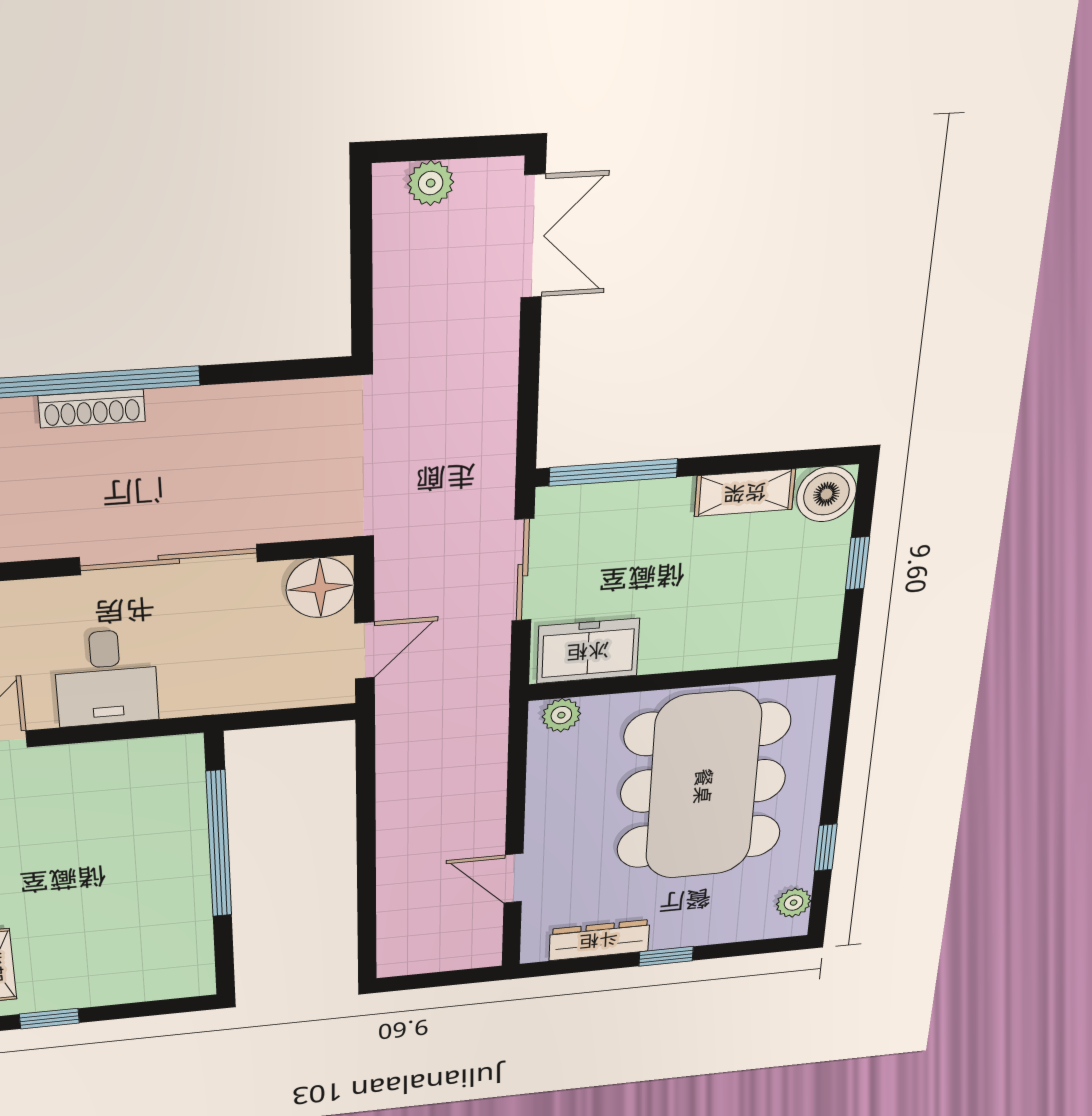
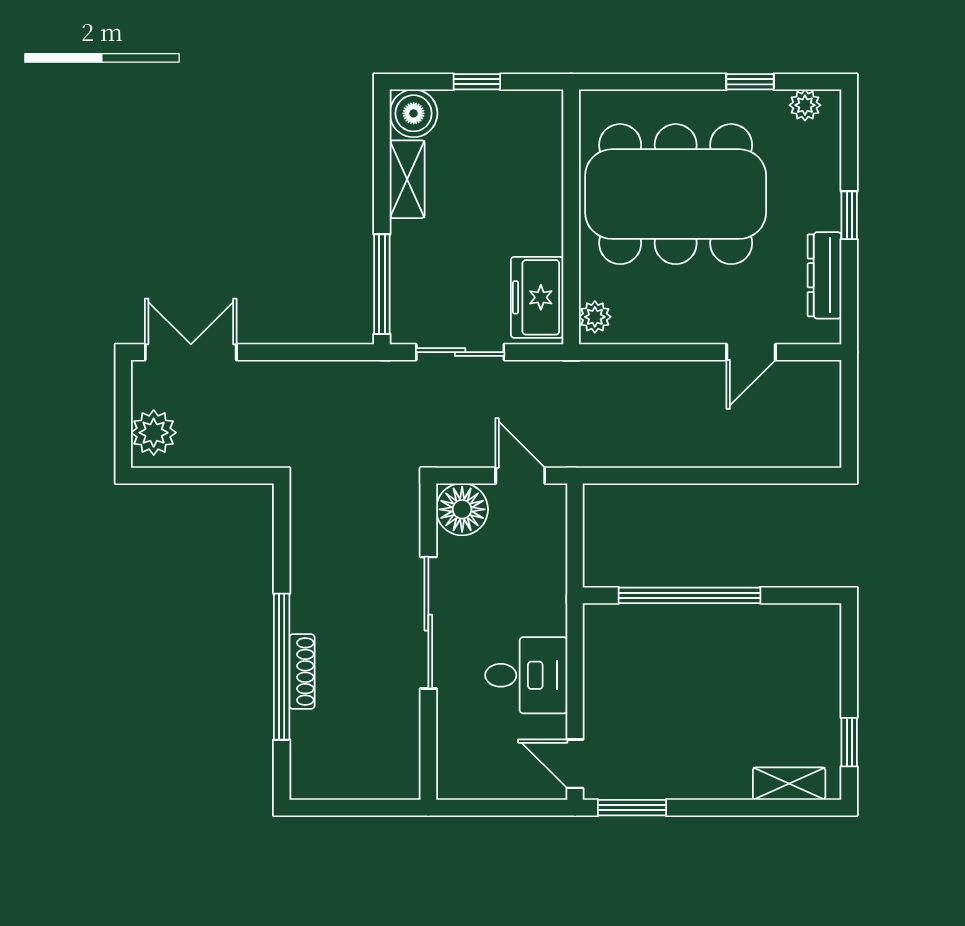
plant: (431, 183) -> (154, 433), width x1.38, depth x1.38

